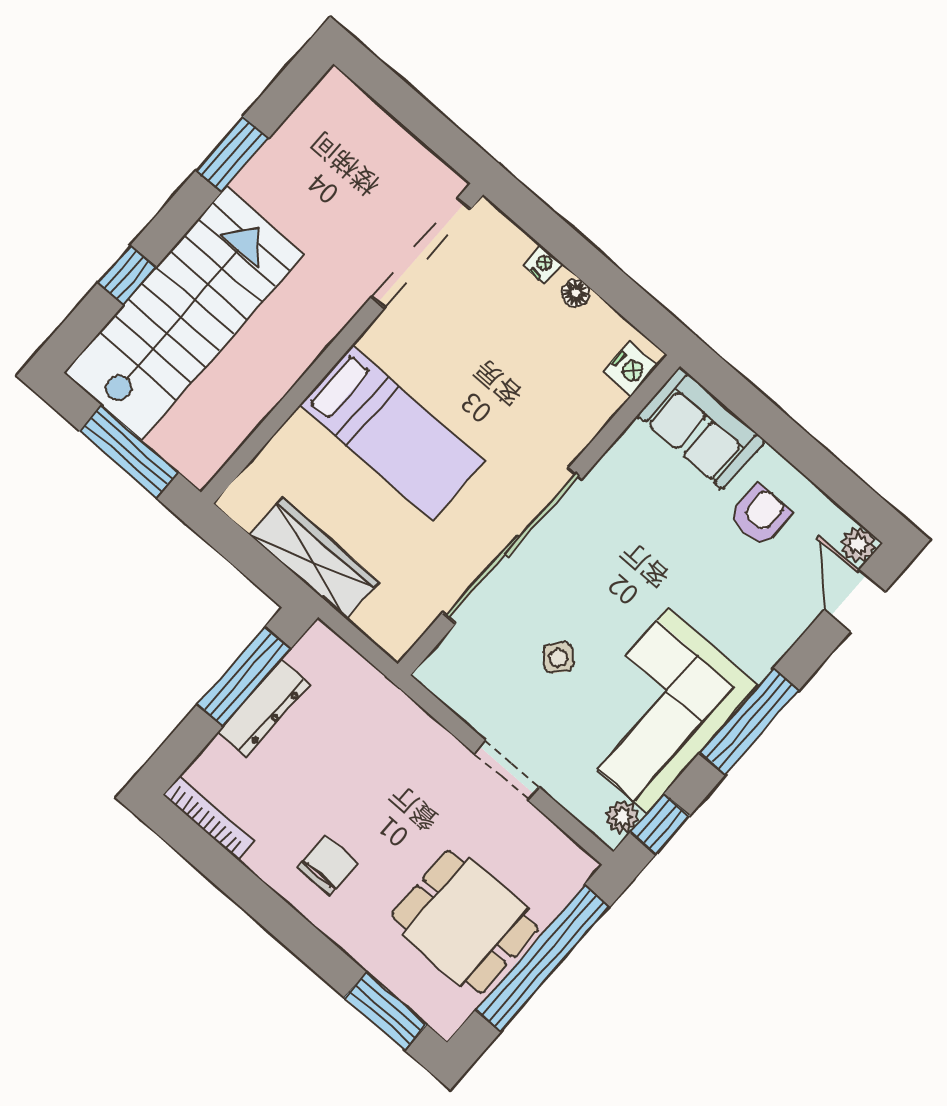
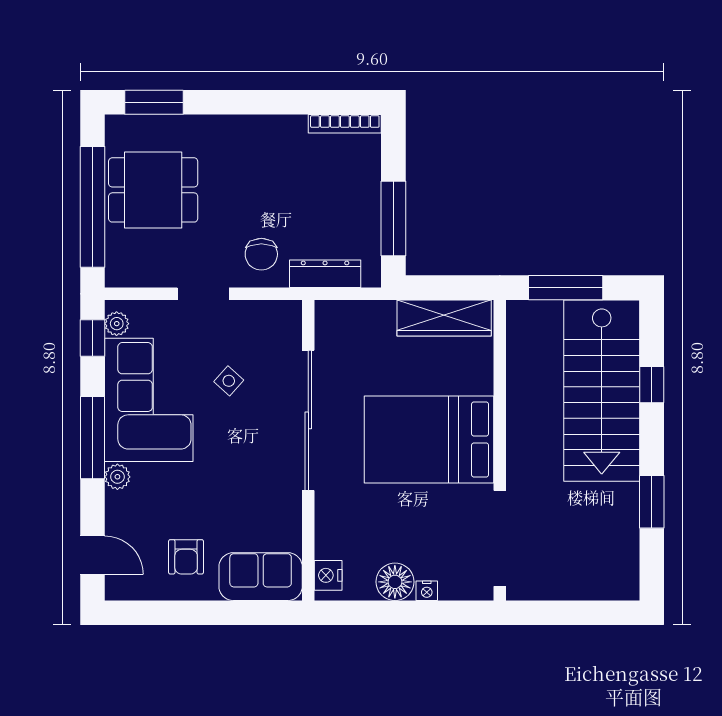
floor lamp: (576, 293) -> (395, 582), width x1.89, depth x1.89
bed: (392, 433) -> (429, 439), width x1.50
plant: (858, 545) -> (117, 477), moved
wardrobe: (314, 558) -> (444, 318), moved
dresser: (264, 708) -> (325, 274), moved, turned 90
chair: (327, 865) -> (261, 254), moved

